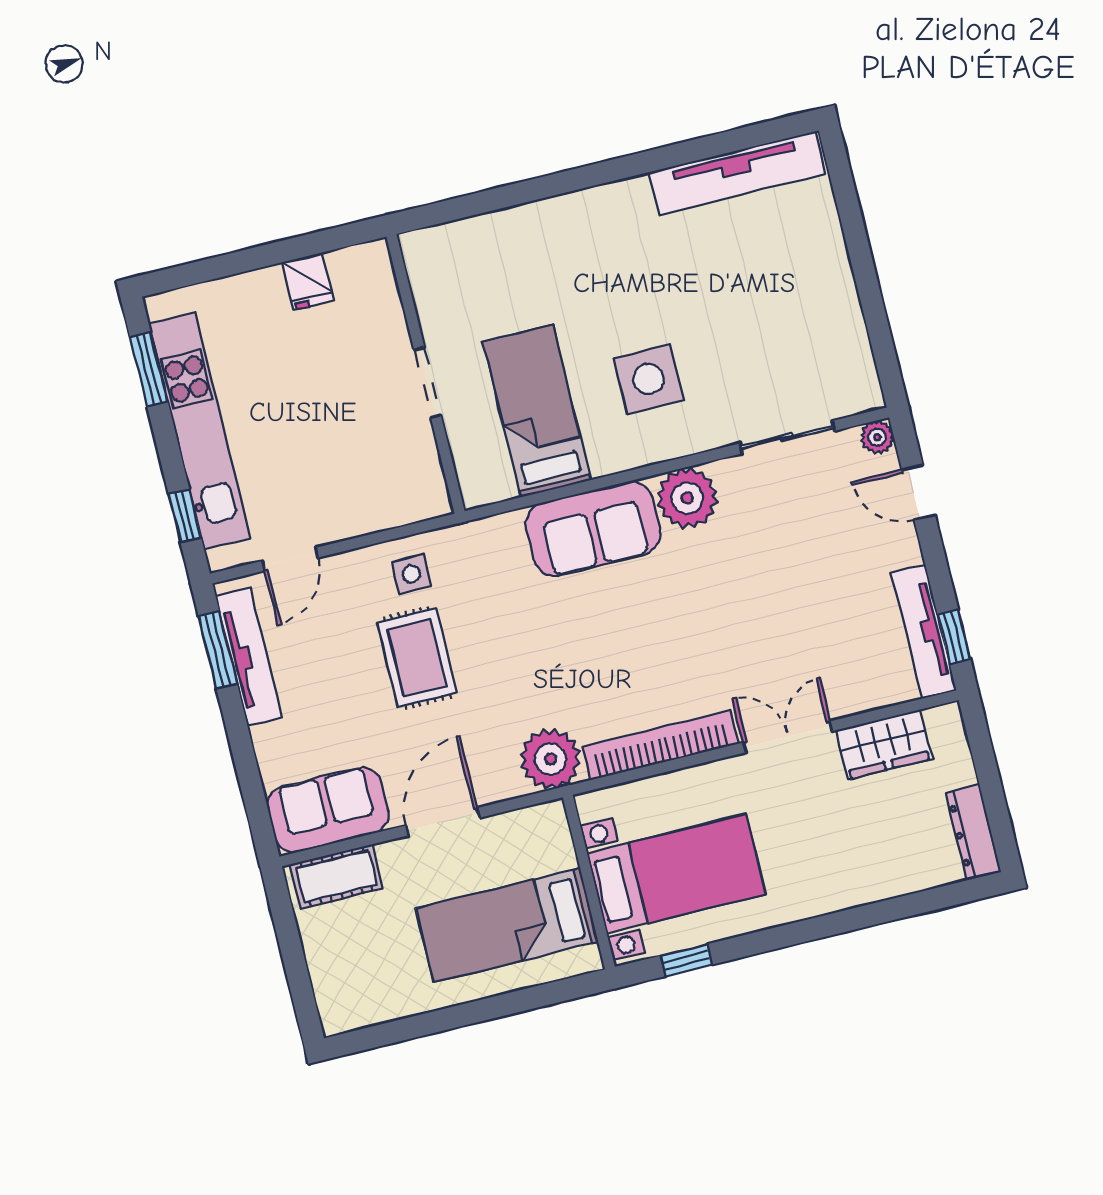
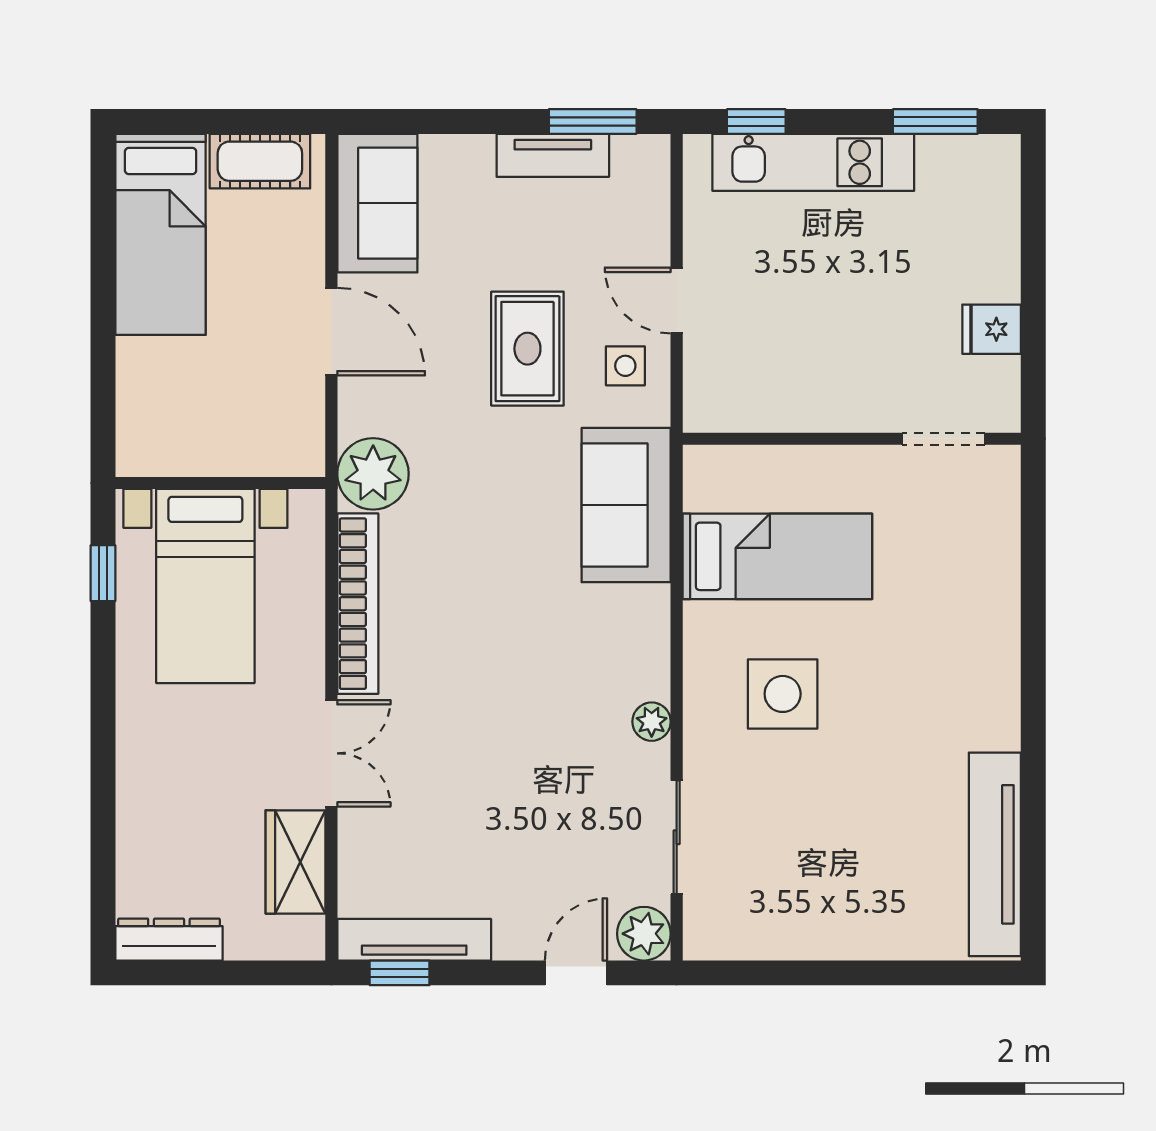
doorway: (428, 383) -> (943, 439), moved
kitchen unit: (199, 431) -> (813, 162), width x0.73
plant: (877, 437) -> (644, 934), width x1.38, depth x1.38
plant: (687, 498) -> (652, 722), width x0.53, depth x0.53
sofa: (593, 529) -> (626, 505), moved
door: (290, 559) -> (677, 301), moved
tv unit: (249, 657) -> (553, 155), width x0.71
rug: (417, 658) -> (527, 349), turned 90
cot: (337, 877) -> (260, 161), moved, turned 90
bed: (507, 925) -> (161, 234), moved, turned 180

